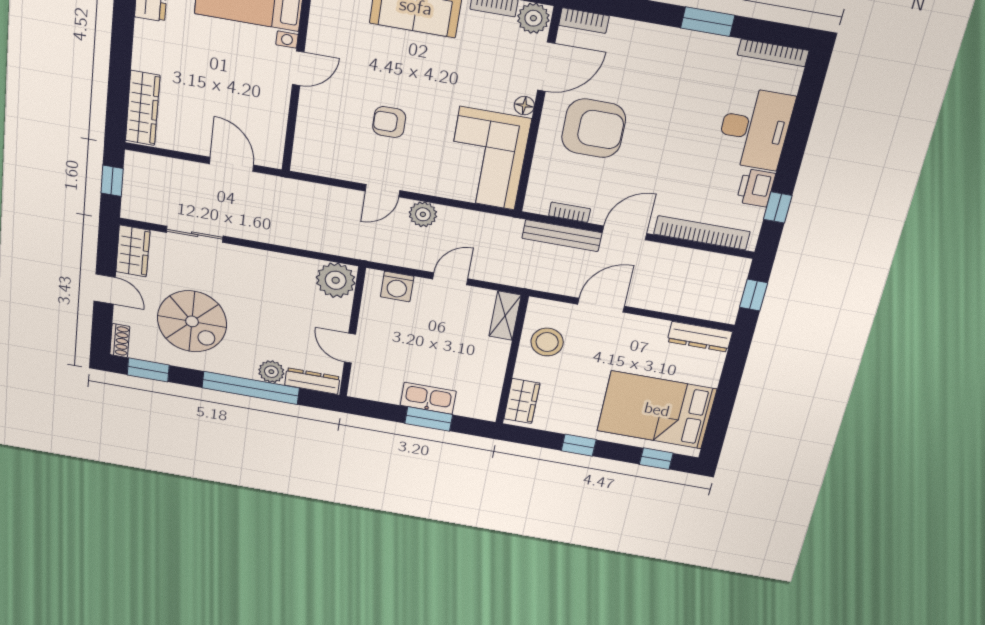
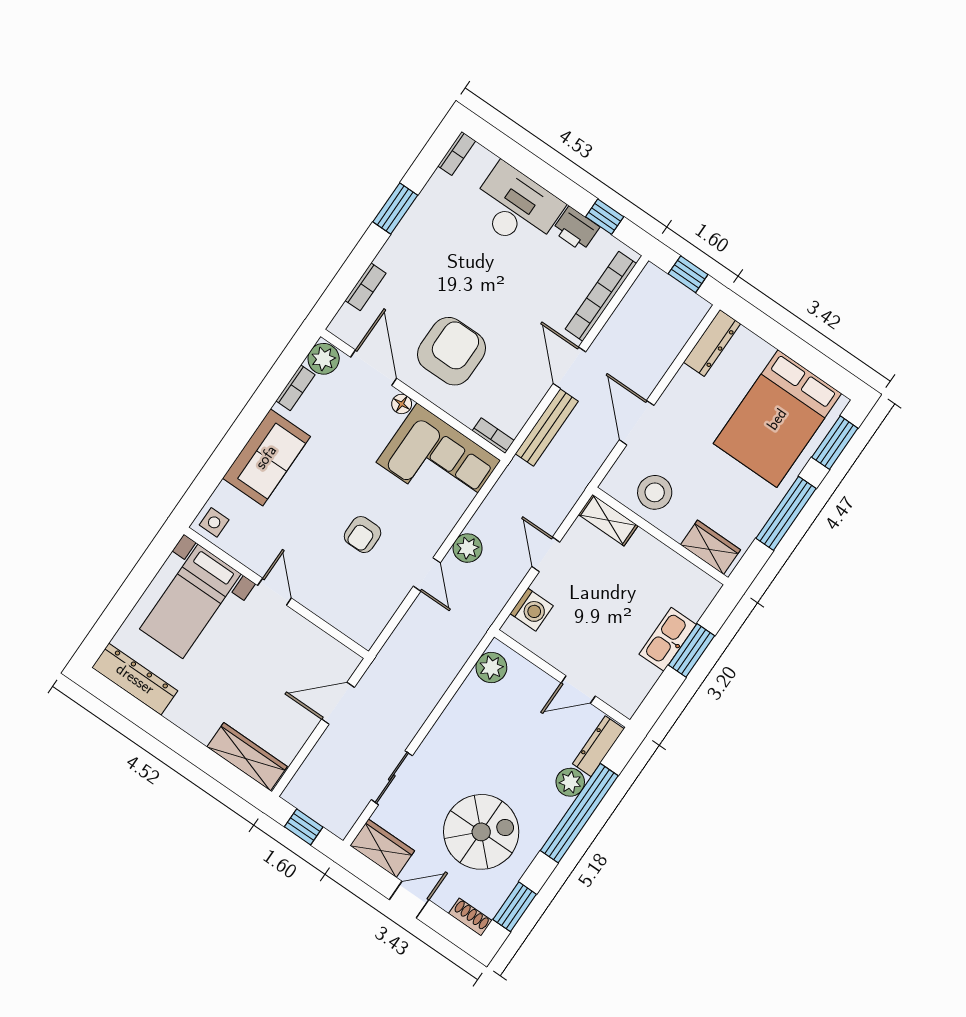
bookcase: (584, 21) -> (365, 287), moved
bookcase: (773, 53) -> (457, 153), width x0.64
bookcase: (569, 212) -> (493, 436), moved, turned 90
plant: (336, 280) -> (491, 667), width x0.73, depth x0.73
window: (579, 445) -> (786, 513), width x2.17
window: (656, 459) -> (835, 443), width x1.50

